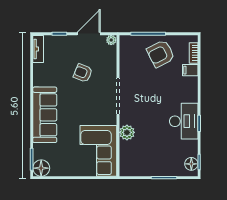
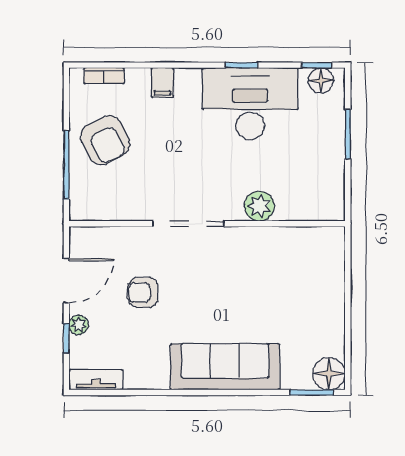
door: (89, 34) -> (66, 281), swing flipped
plant: (111, 40) -> (79, 325), moved
filing cabinet: (190, 70) -> (162, 83), moved
armchair: (83, 73) -> (143, 292), turned 68
desk: (184, 121) -> (250, 104), width x1.36, depth x1.30
corner sofa: (98, 151) -> (295, 262), removed

